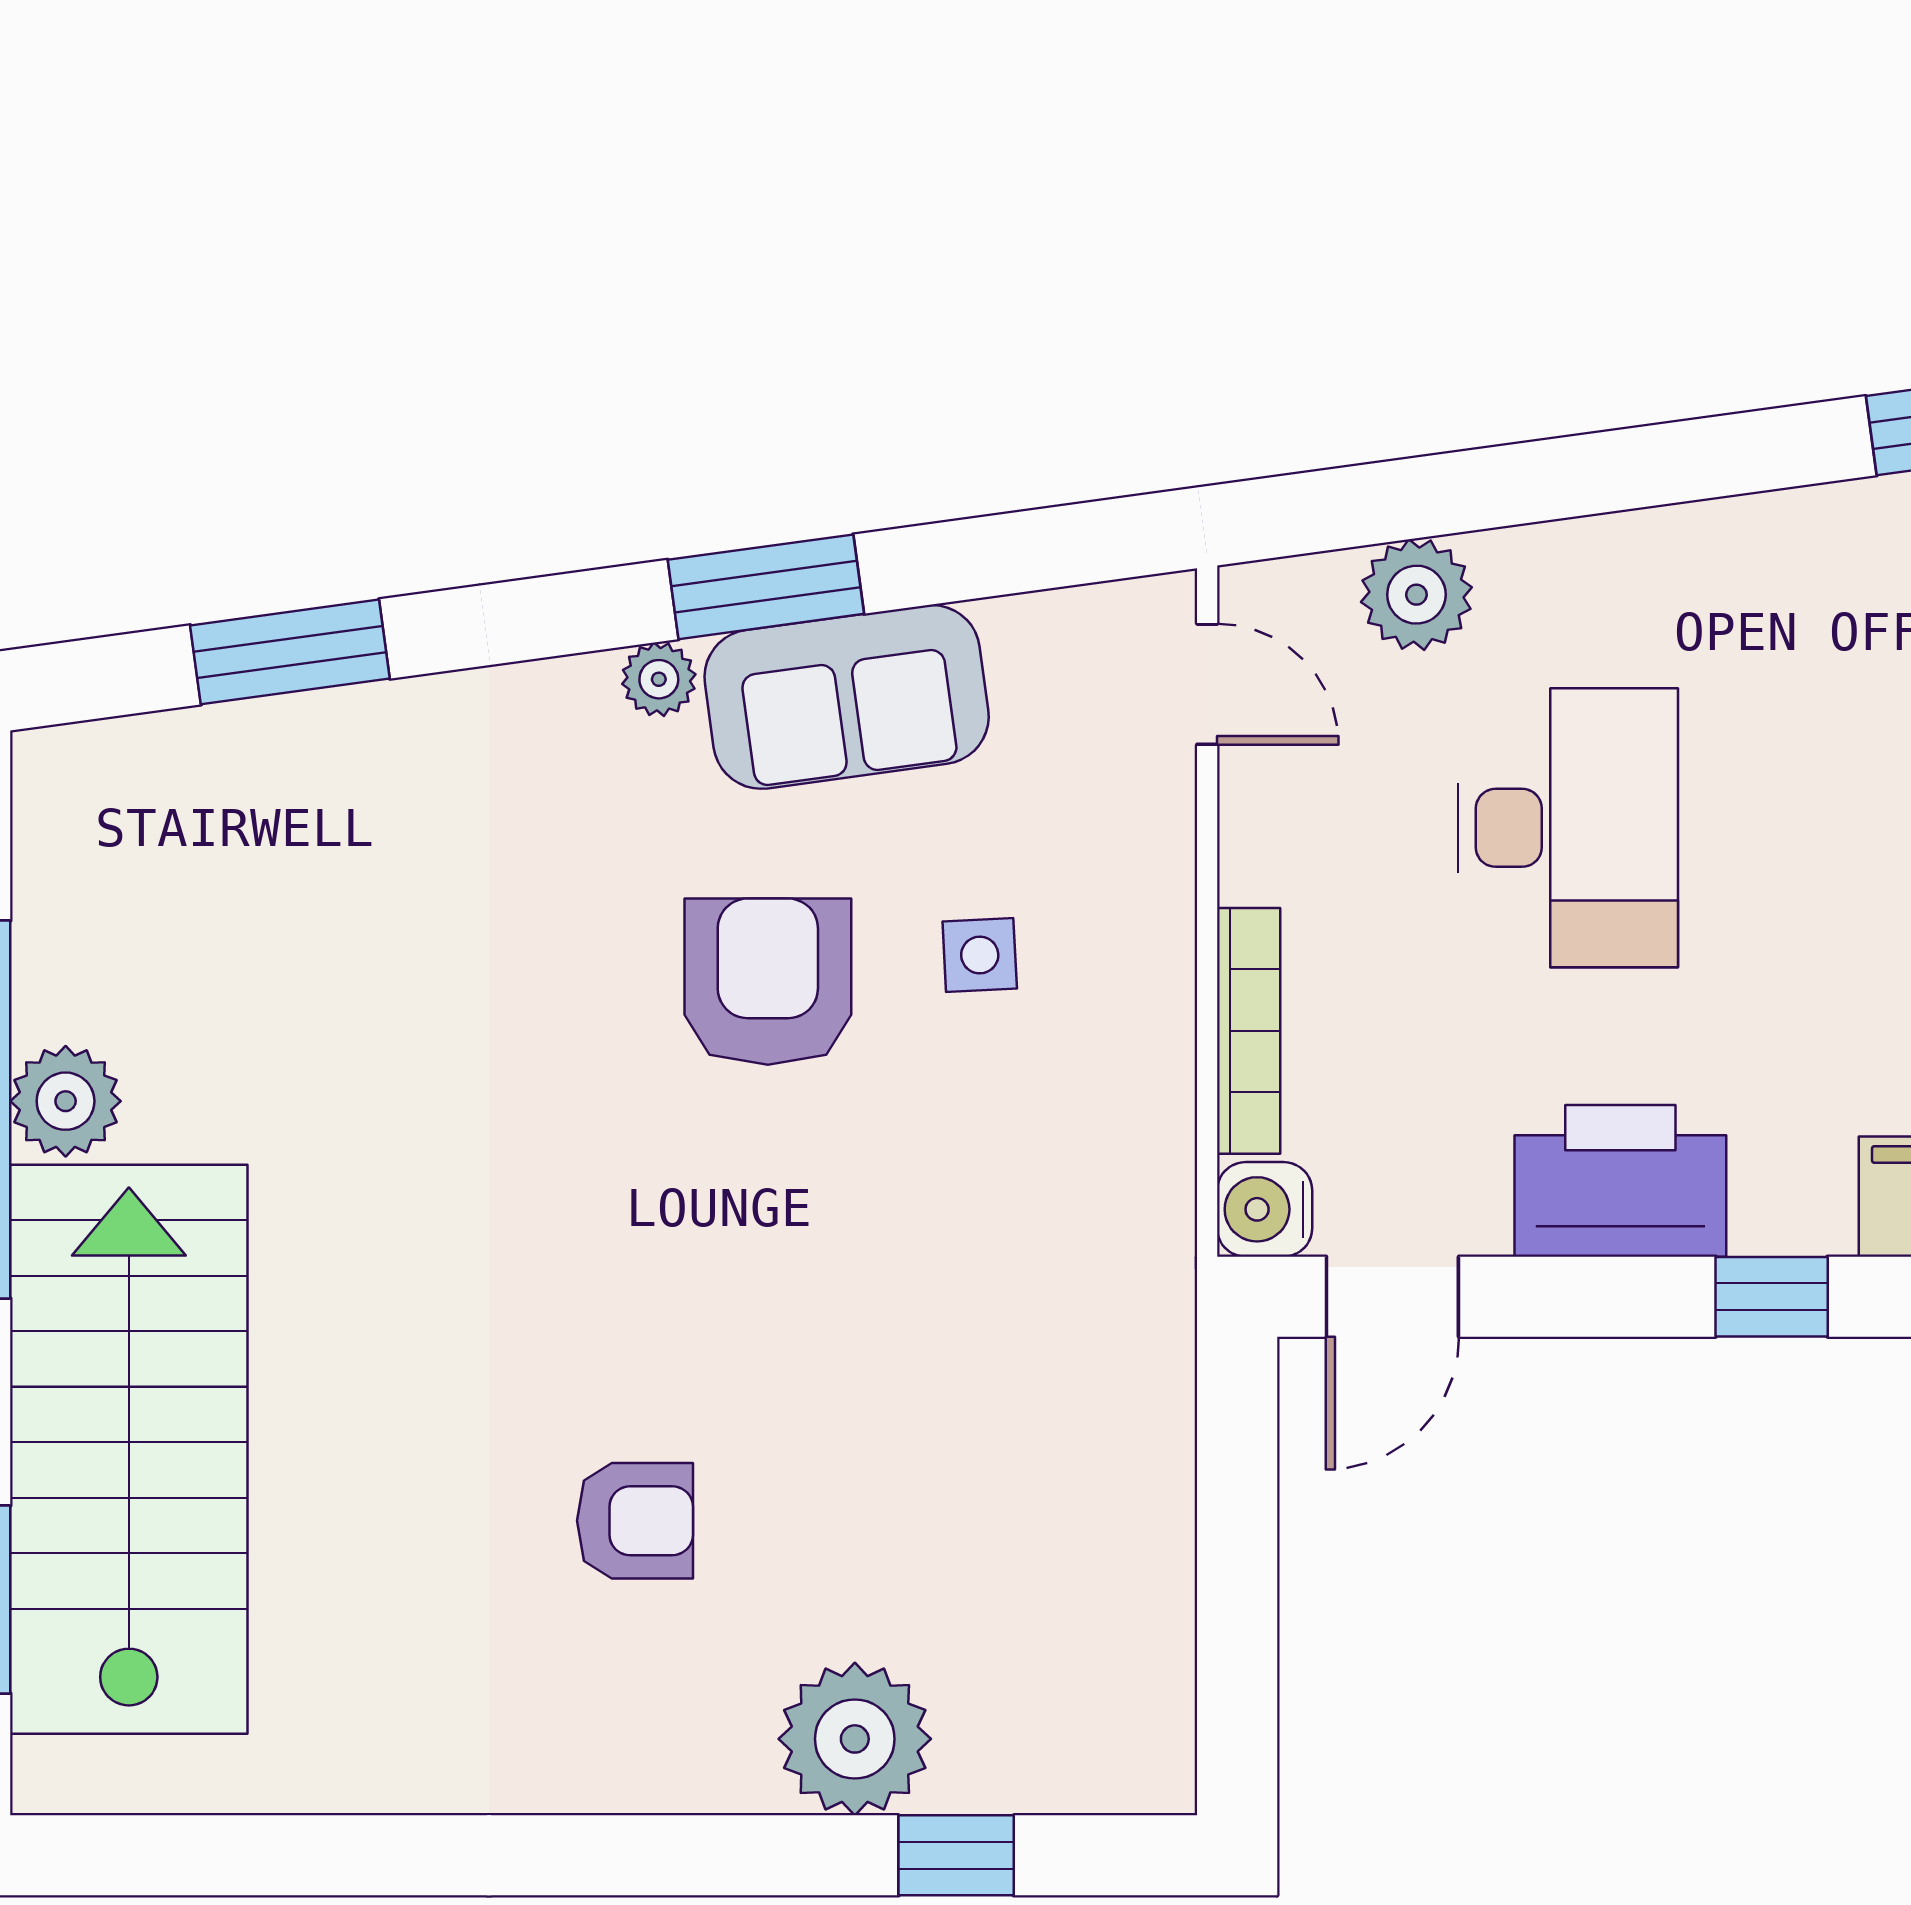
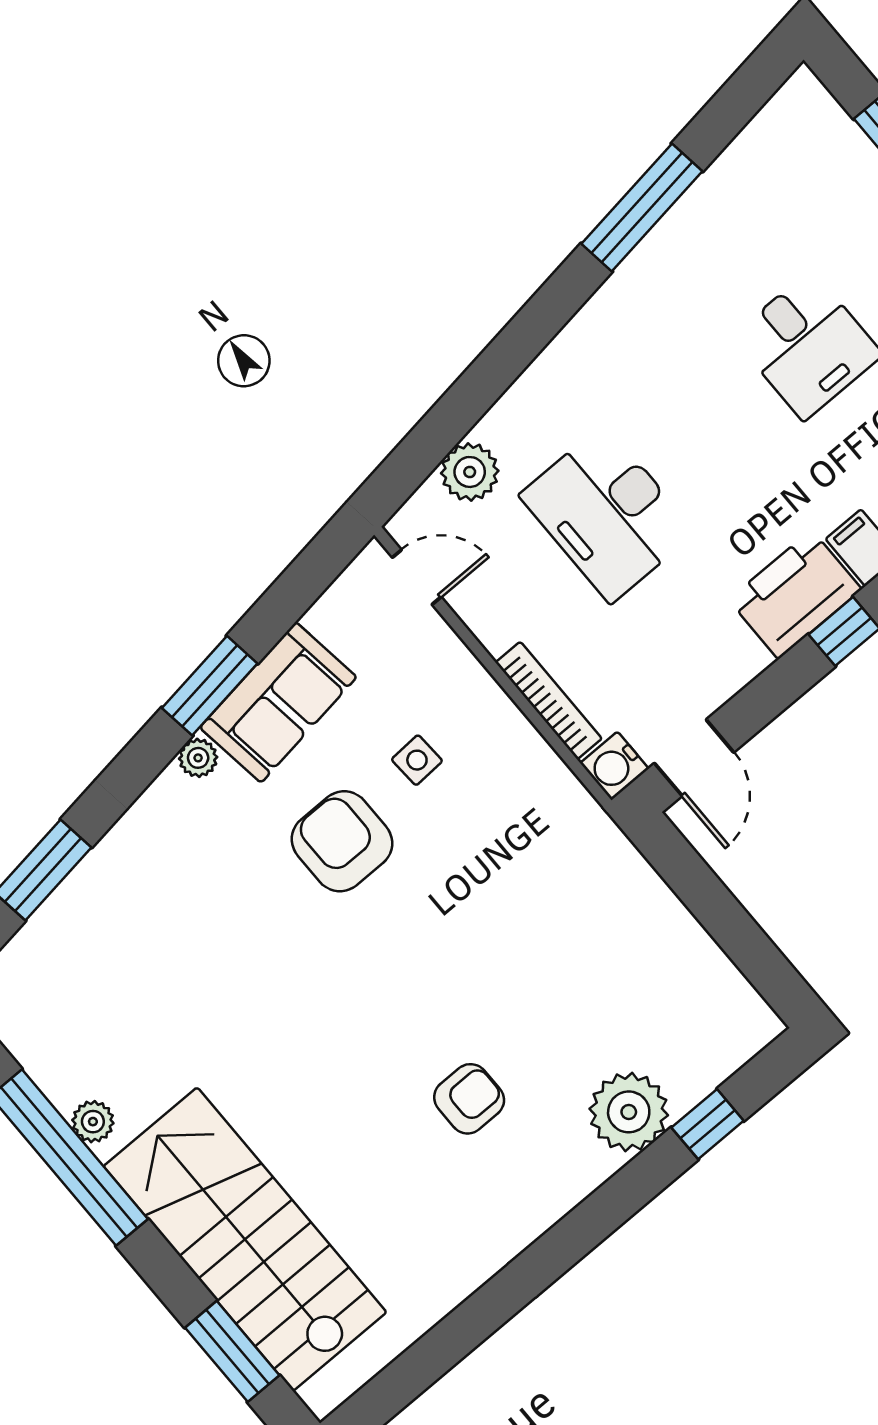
desk: (1568, 828) -> (607, 514), turned 180
plant: (66, 1101) -> (93, 1122), width x0.73, depth x0.73
printer: (1620, 1181) -> (795, 594), moved

